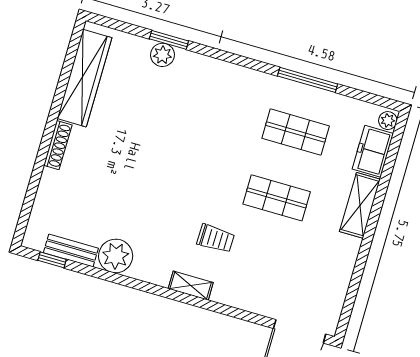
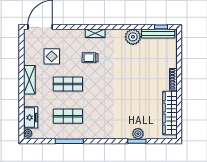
shelving: (360, 205) -> (29, 80), moved
bench: (71, 250) -> (158, 34), width x1.36
display table: (293, 264) -> (52, 56), added

